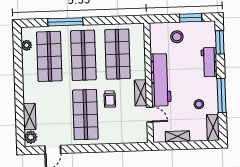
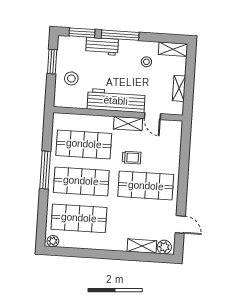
window: (65, 22) -> (45, 170), moved
plant: (26, 45) -> (53, 241), moved
window: (222, 96) -> (120, 35), moved
door: (150, 115) -> (152, 116), swing flipped

